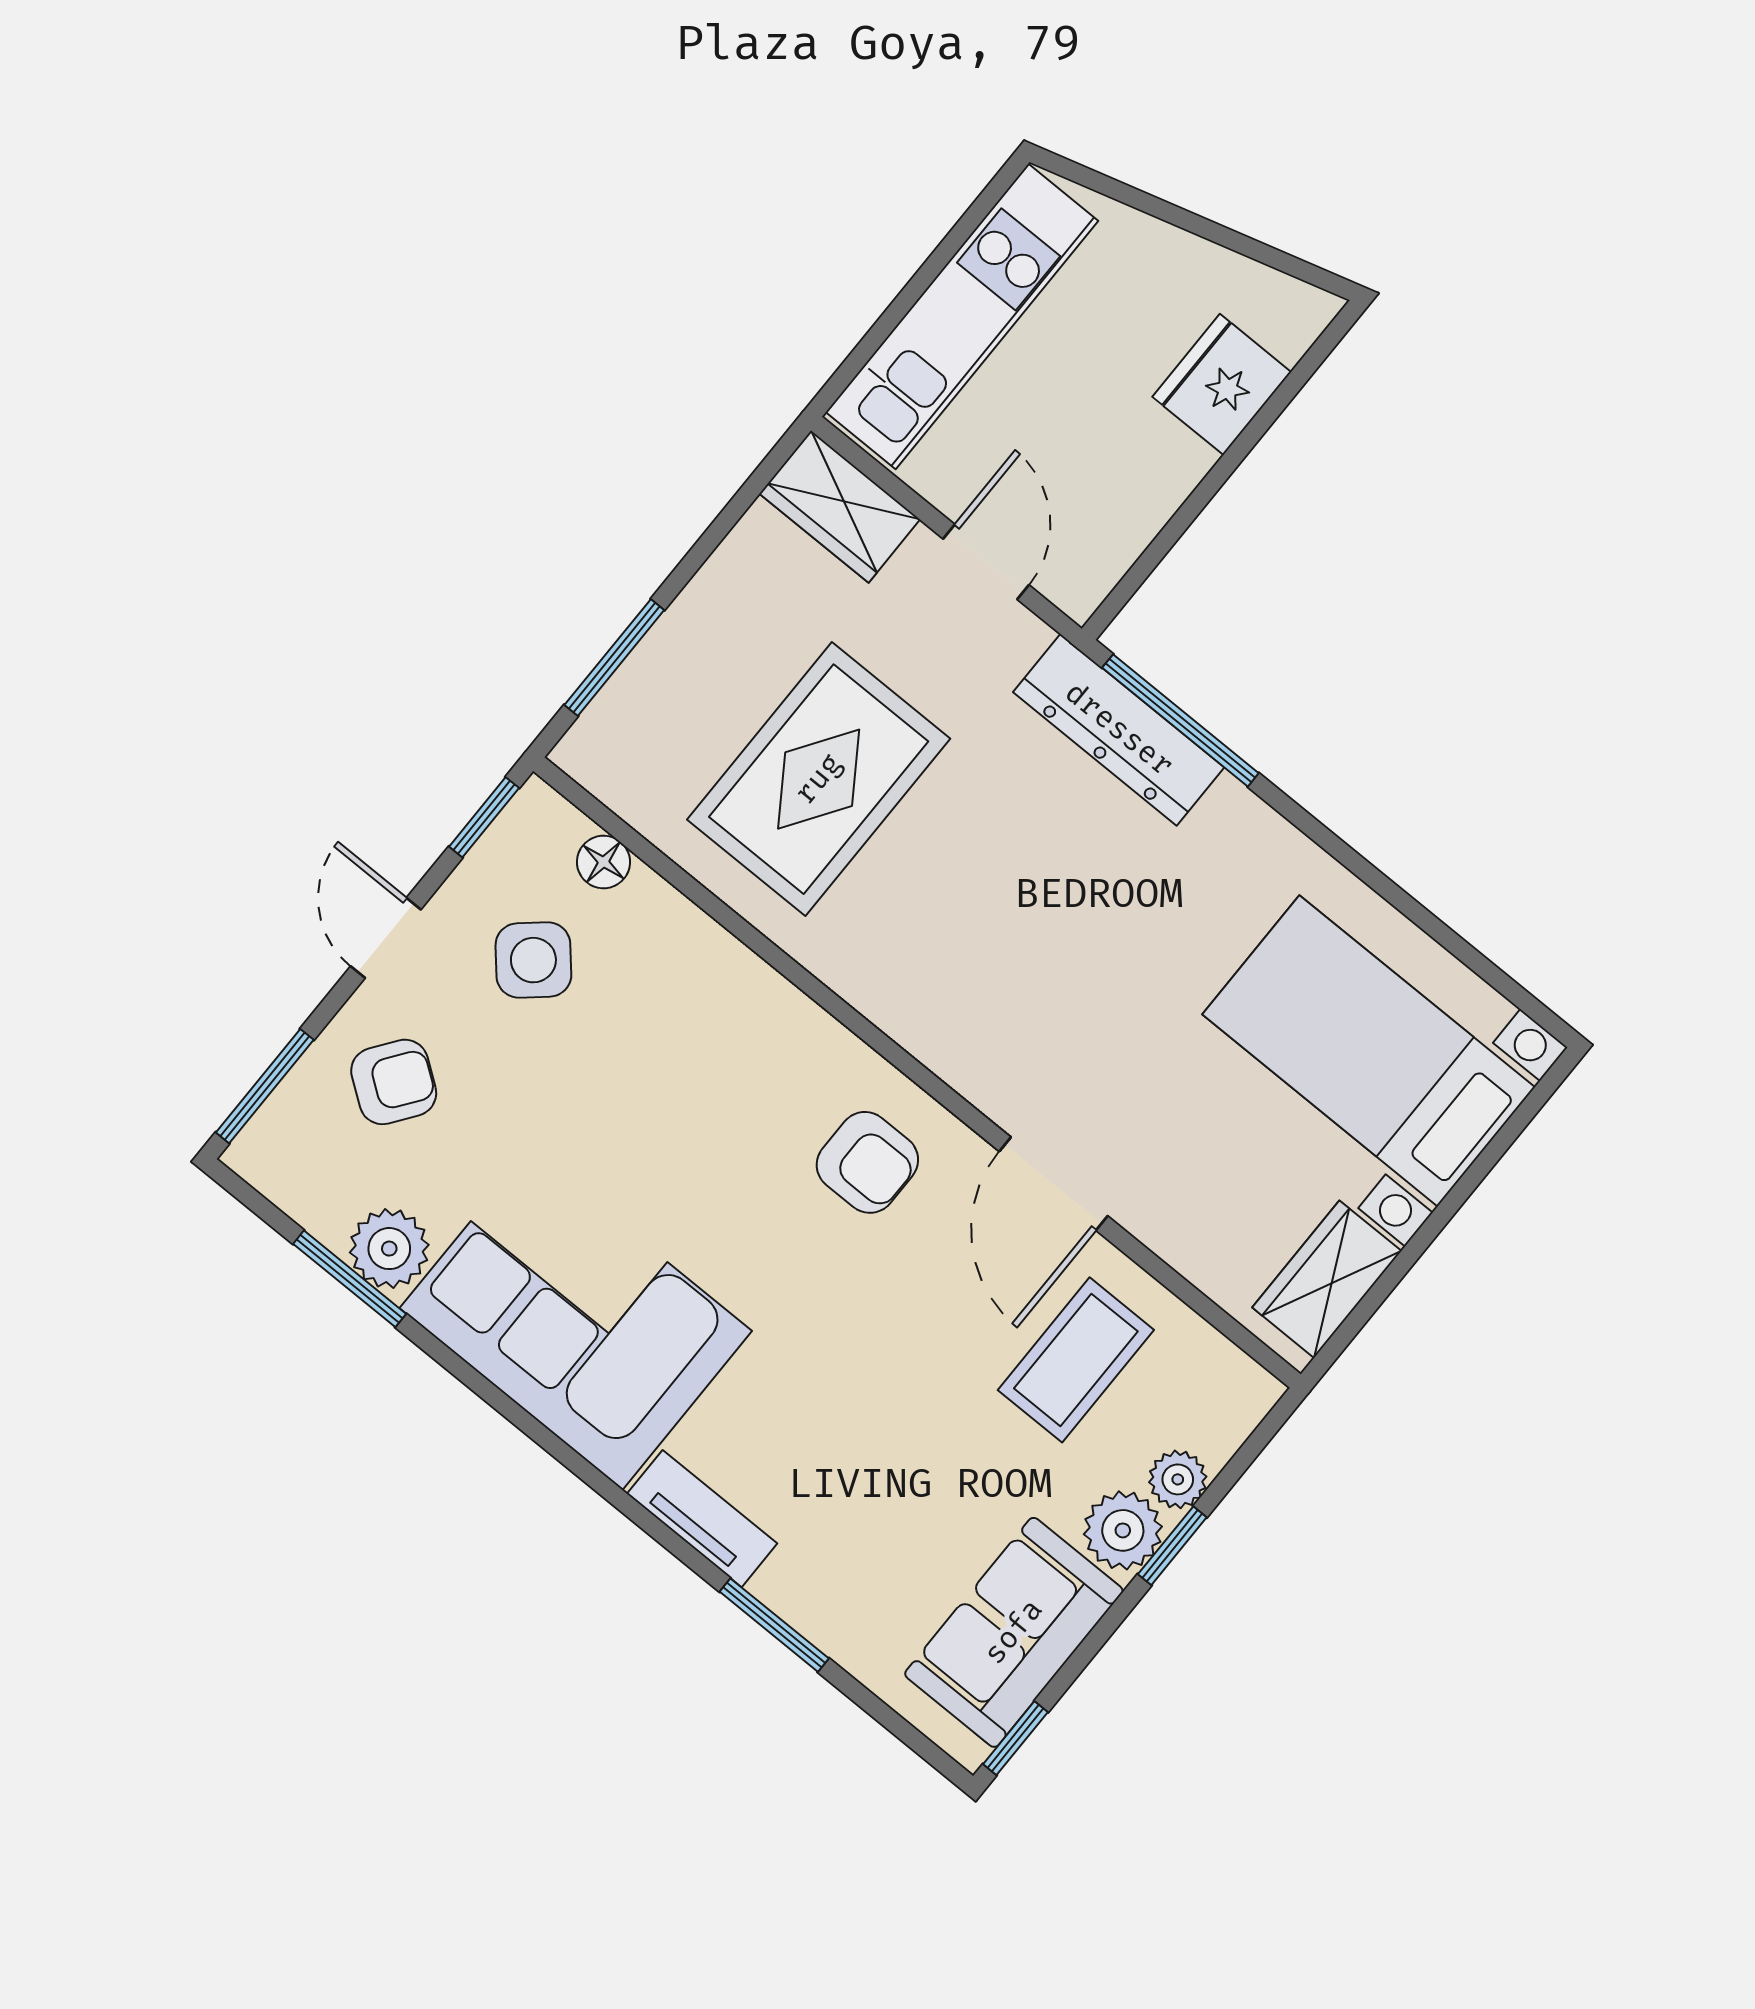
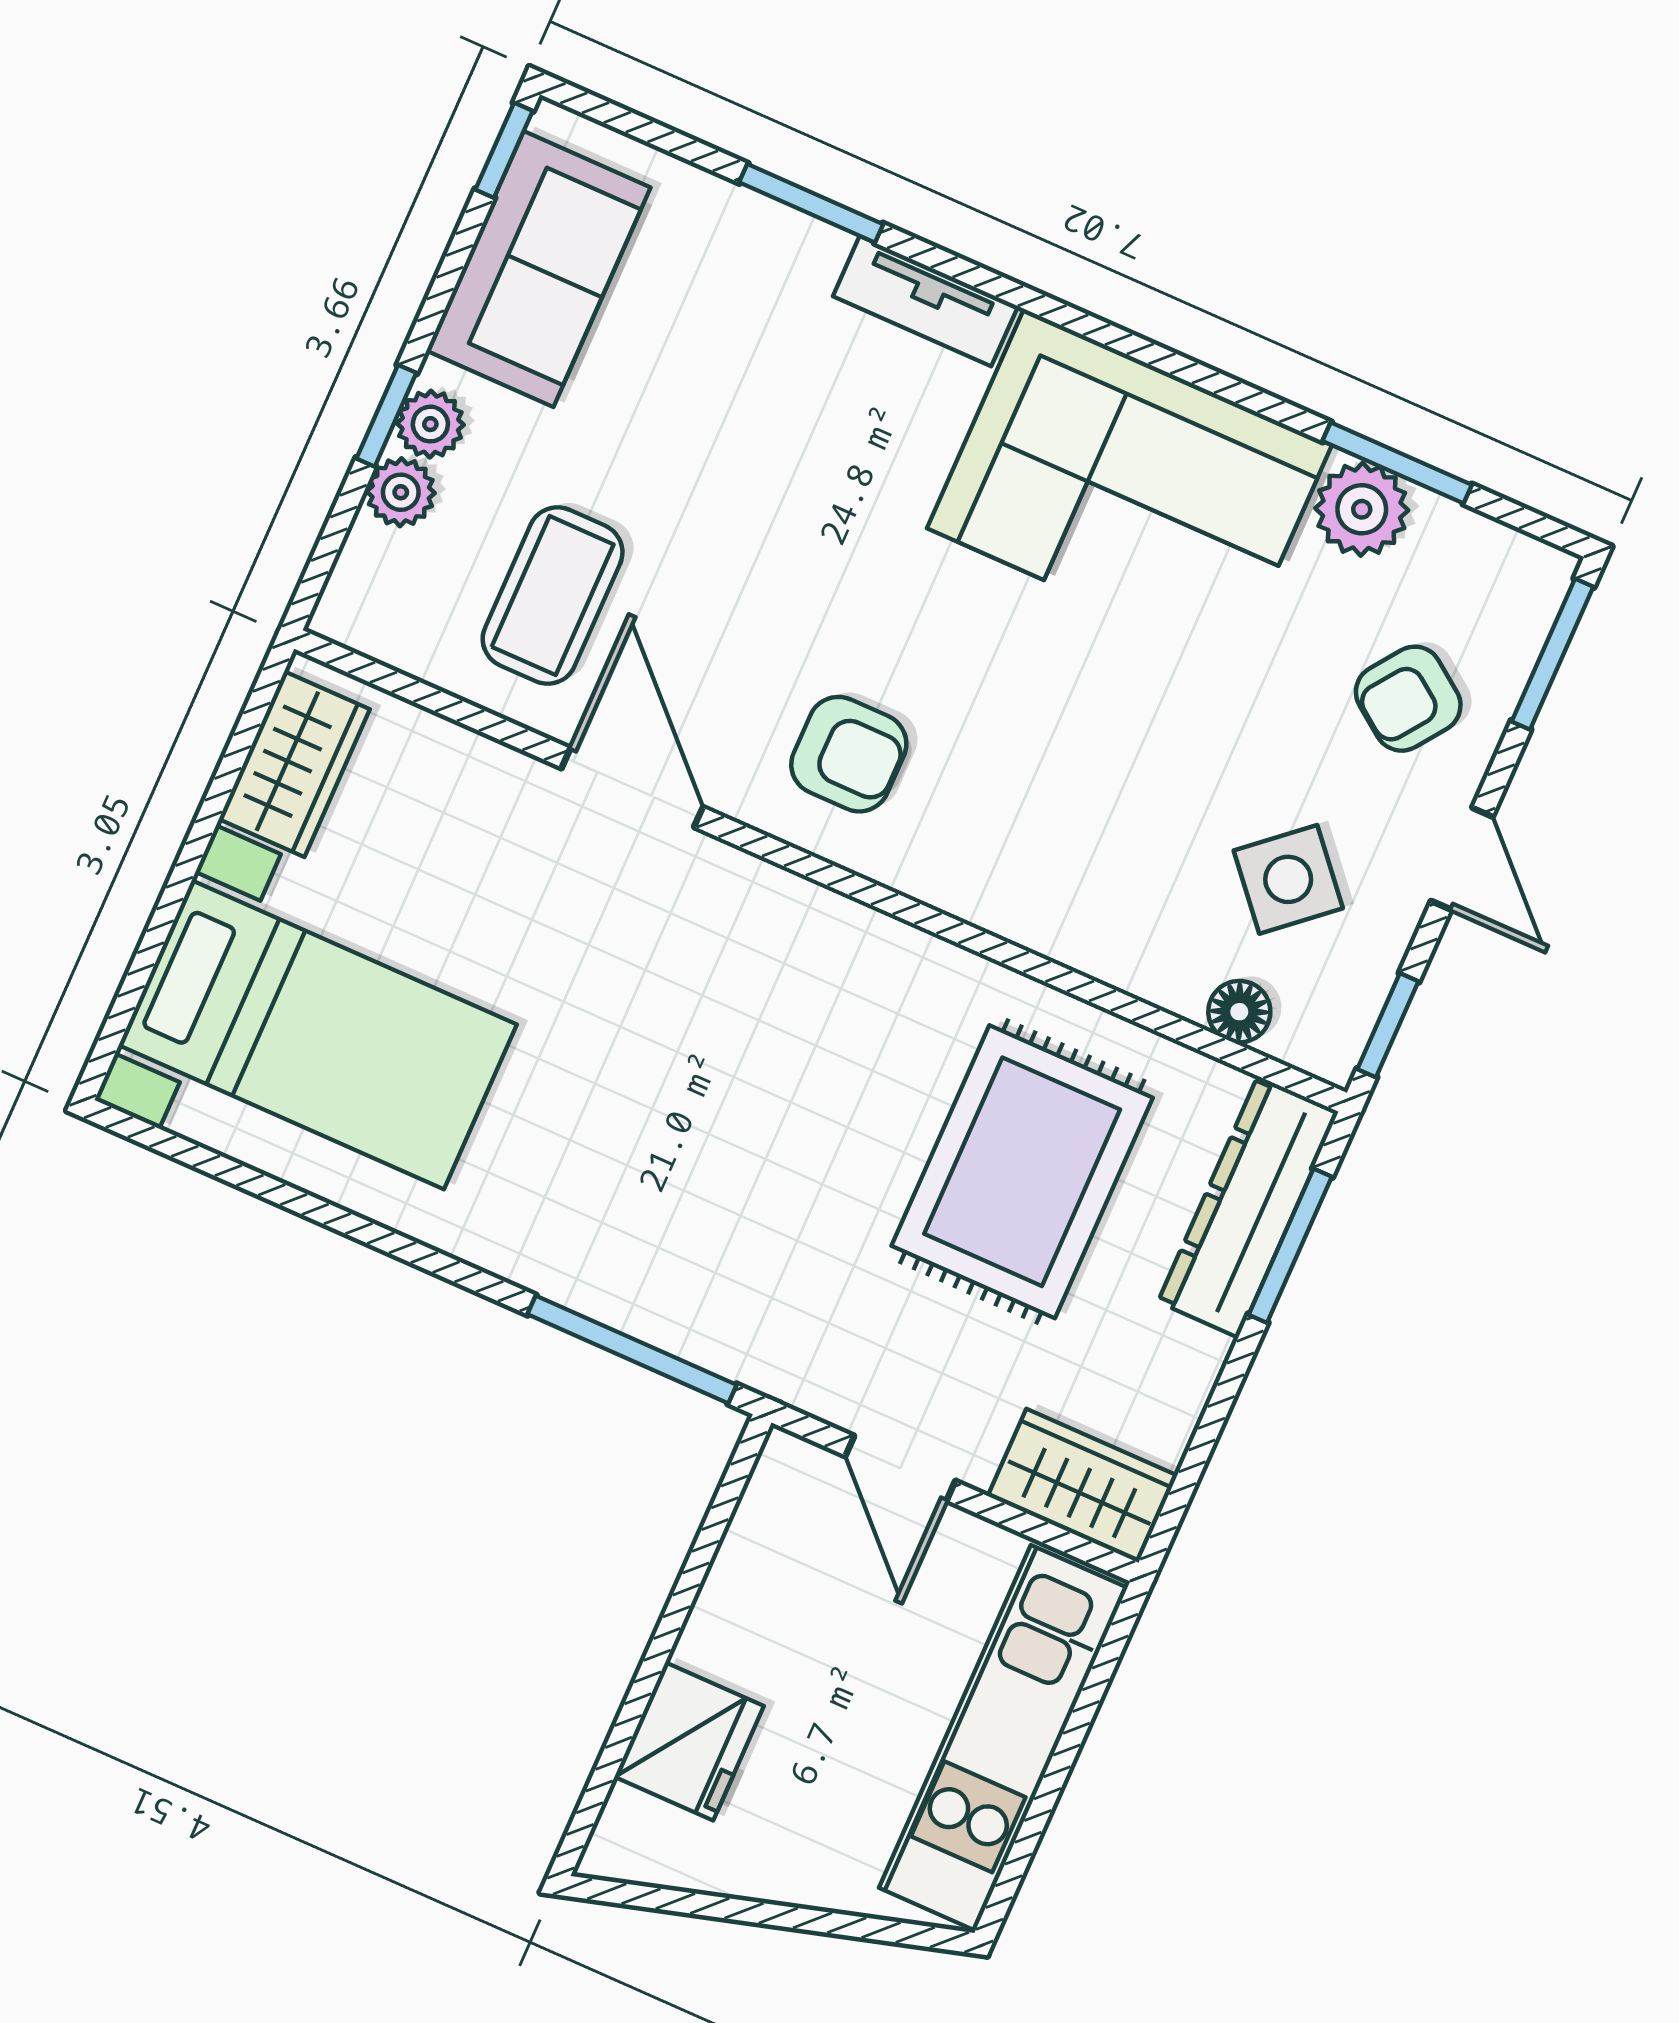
dresser: (1119, 730) -> (1248, 1207), moved, turned -90
armchair: (867, 1162) -> (849, 754), turned 180
plant: (1123, 1530) -> (430, 424), width x0.73, depth x0.73

